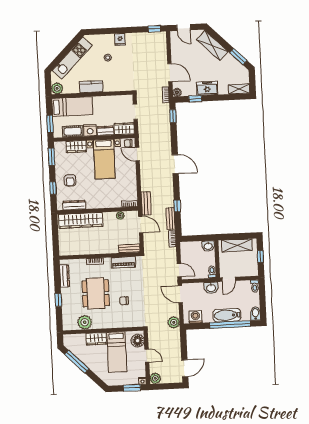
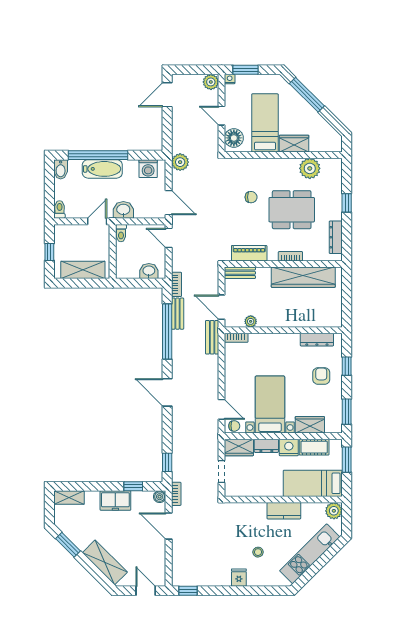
window: (177, 206) -> (167, 331), width x3.17
wardrobe: (81, 220) -> (303, 277), moved, turned 180
washbasin: (208, 246) -> (149, 271), moved
dining table: (96, 293) -> (292, 210), turned 90
window: (77, 362) -> (307, 95), moved

